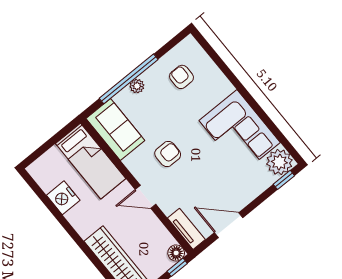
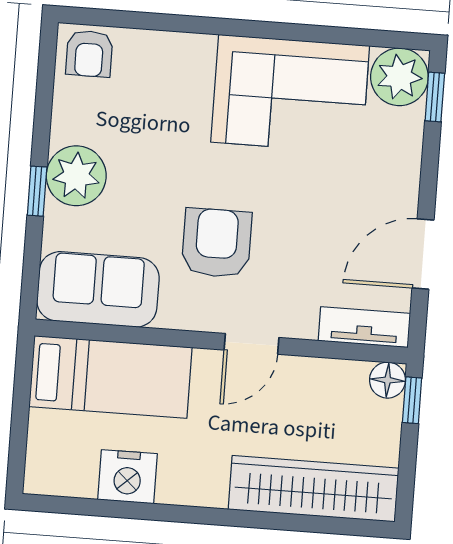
armchair: (181, 77) -> (89, 54), moved, turned -90
window: (129, 79) -> (37, 191), width x0.32
plant: (137, 86) -> (76, 176), width x1.88, depth x1.88
armchair: (168, 154) -> (217, 243), width x1.38, depth x1.38

